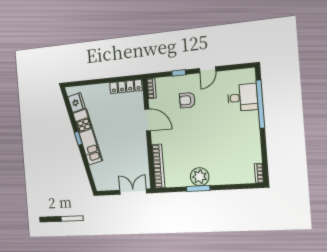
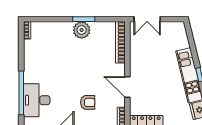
desk: (243, 98) -> (37, 100), width x1.37

